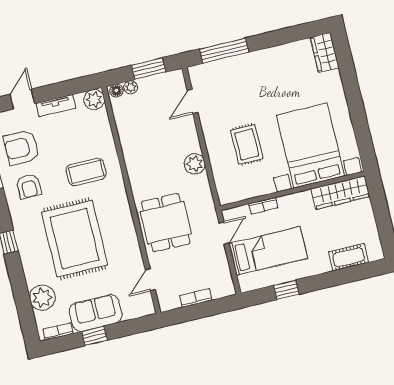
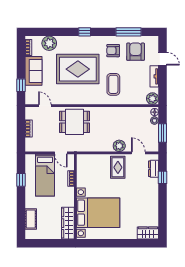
window: (224, 51) -> (162, 177), width x0.46
dresser: (213, 69) -> (154, 169), added
rug: (247, 144) -> (118, 167), moved, turned 90
plant: (195, 164) -> (119, 146), moved
window: (95, 336) -> (21, 85), moved

